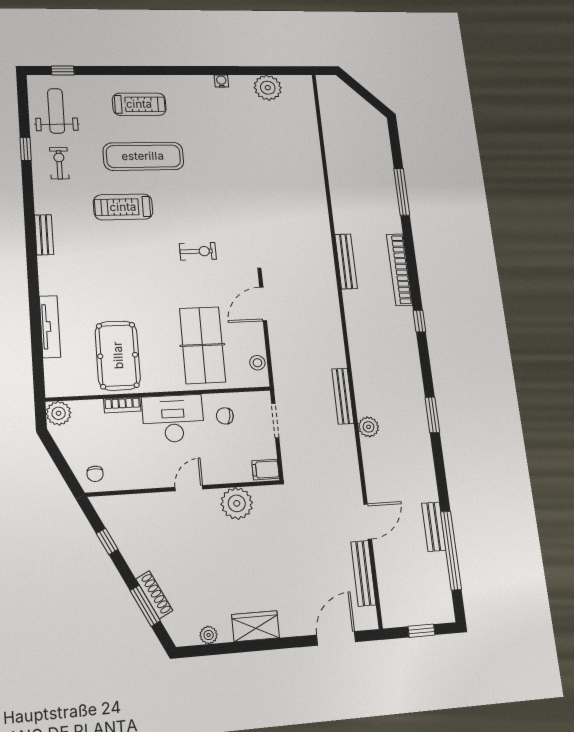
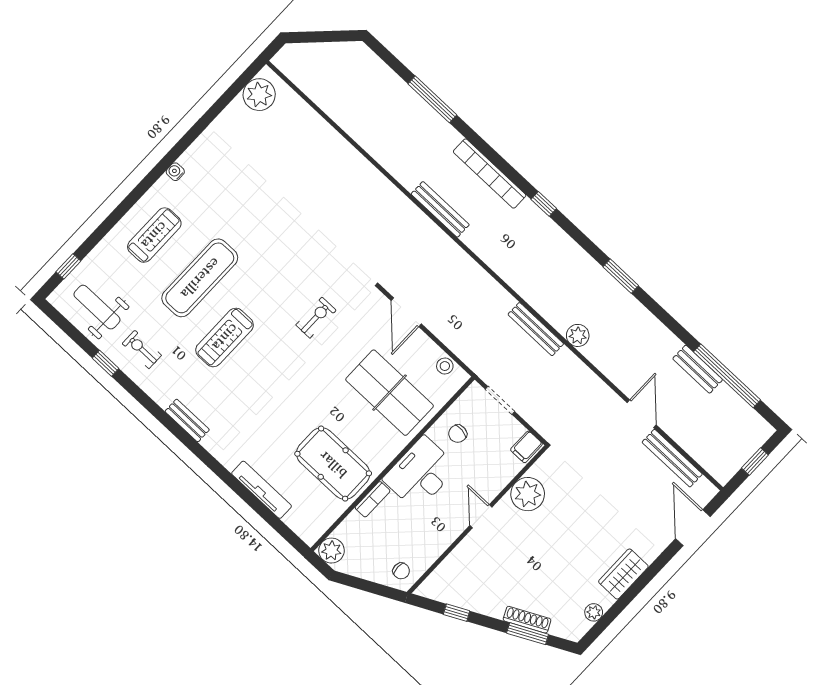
water cooler: (221, 81) -> (175, 172), moved
plant: (268, 88) -> (259, 95), moved

